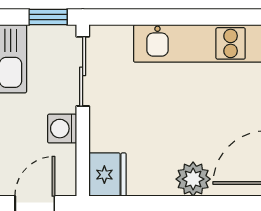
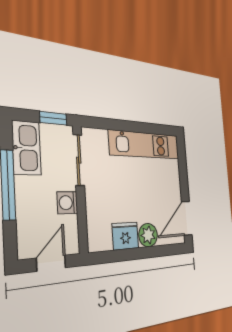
fridge: (107, 175) -> (125, 236), moved, turned -90

